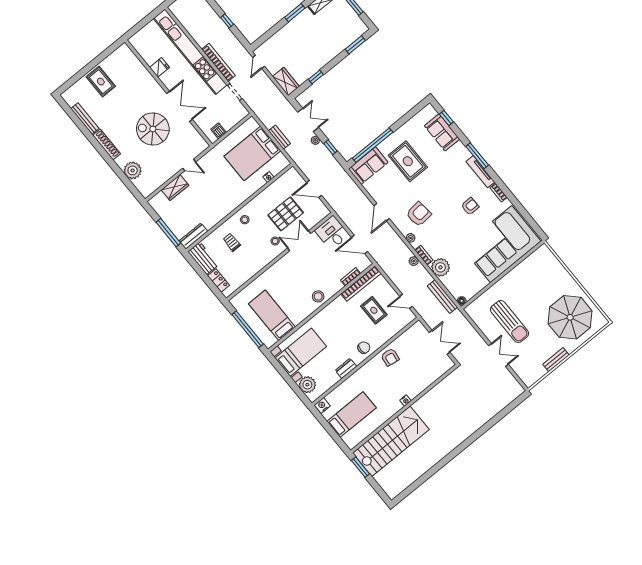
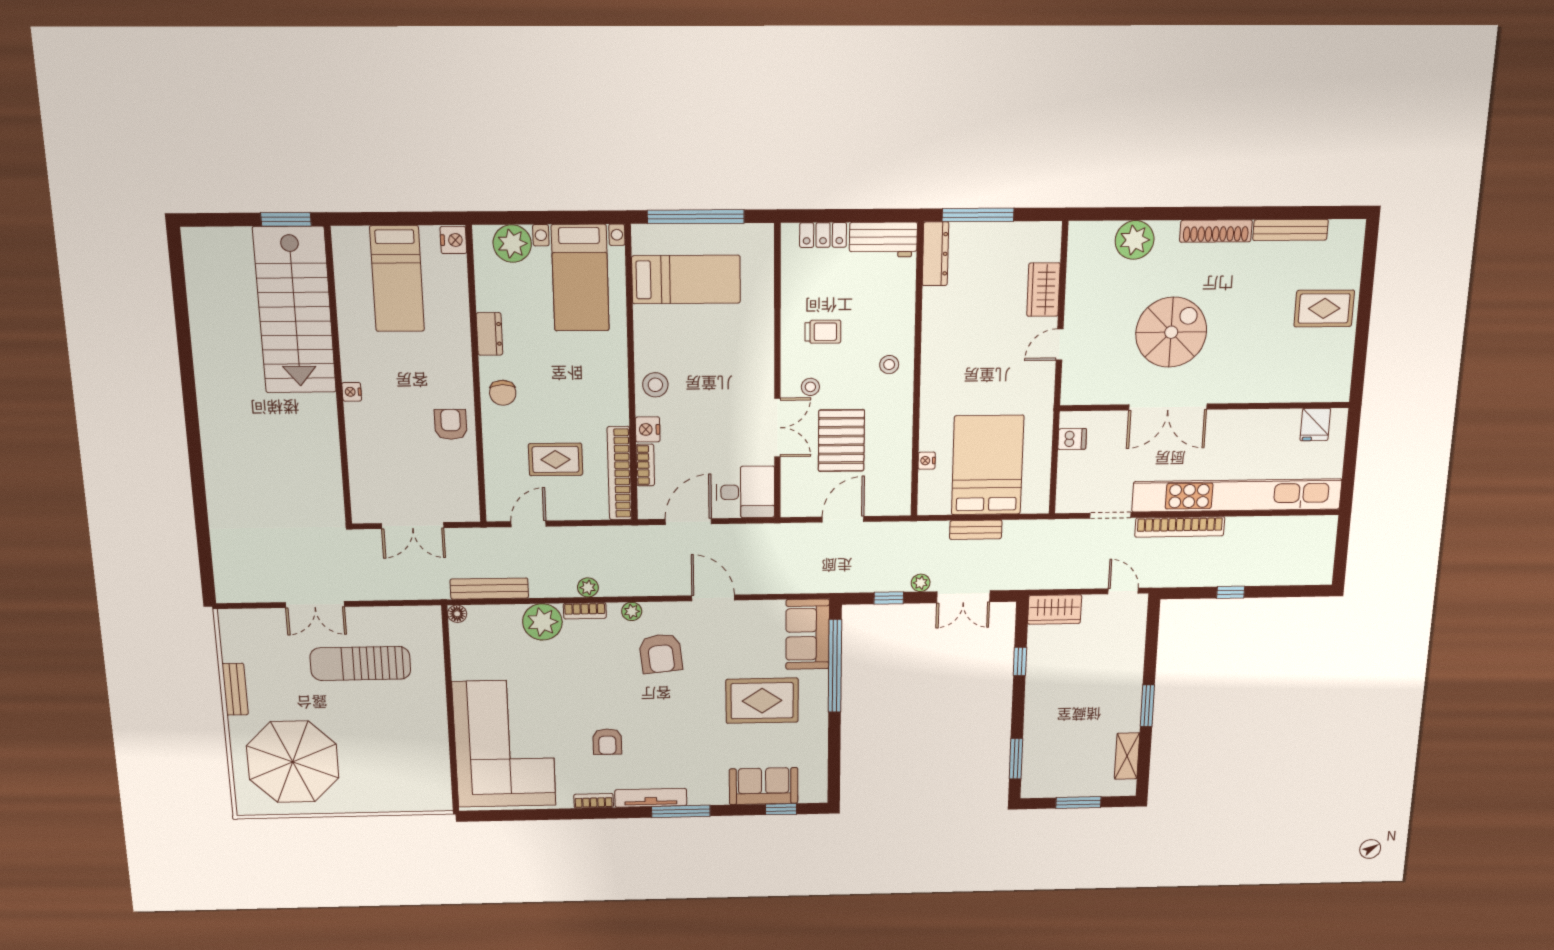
fridge: (160, 67) -> (1315, 425), moved
trolley: (232, 242) -> (823, 332), moved
nightstand: (337, 286) -> (648, 429), added
armchair: (390, 357) -> (451, 424), turned 81

